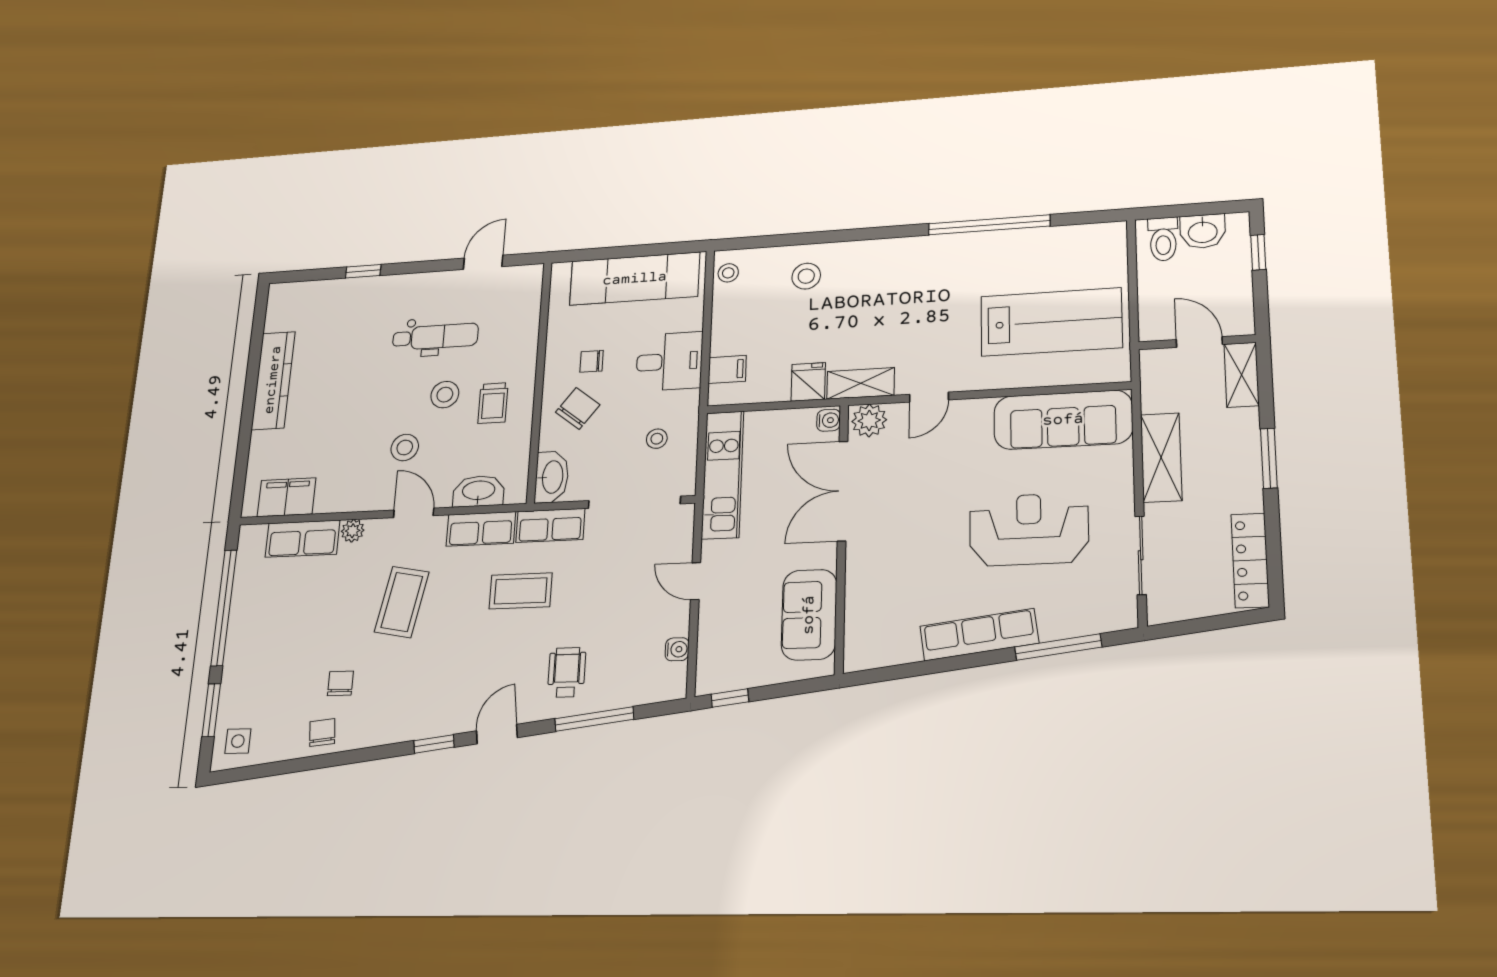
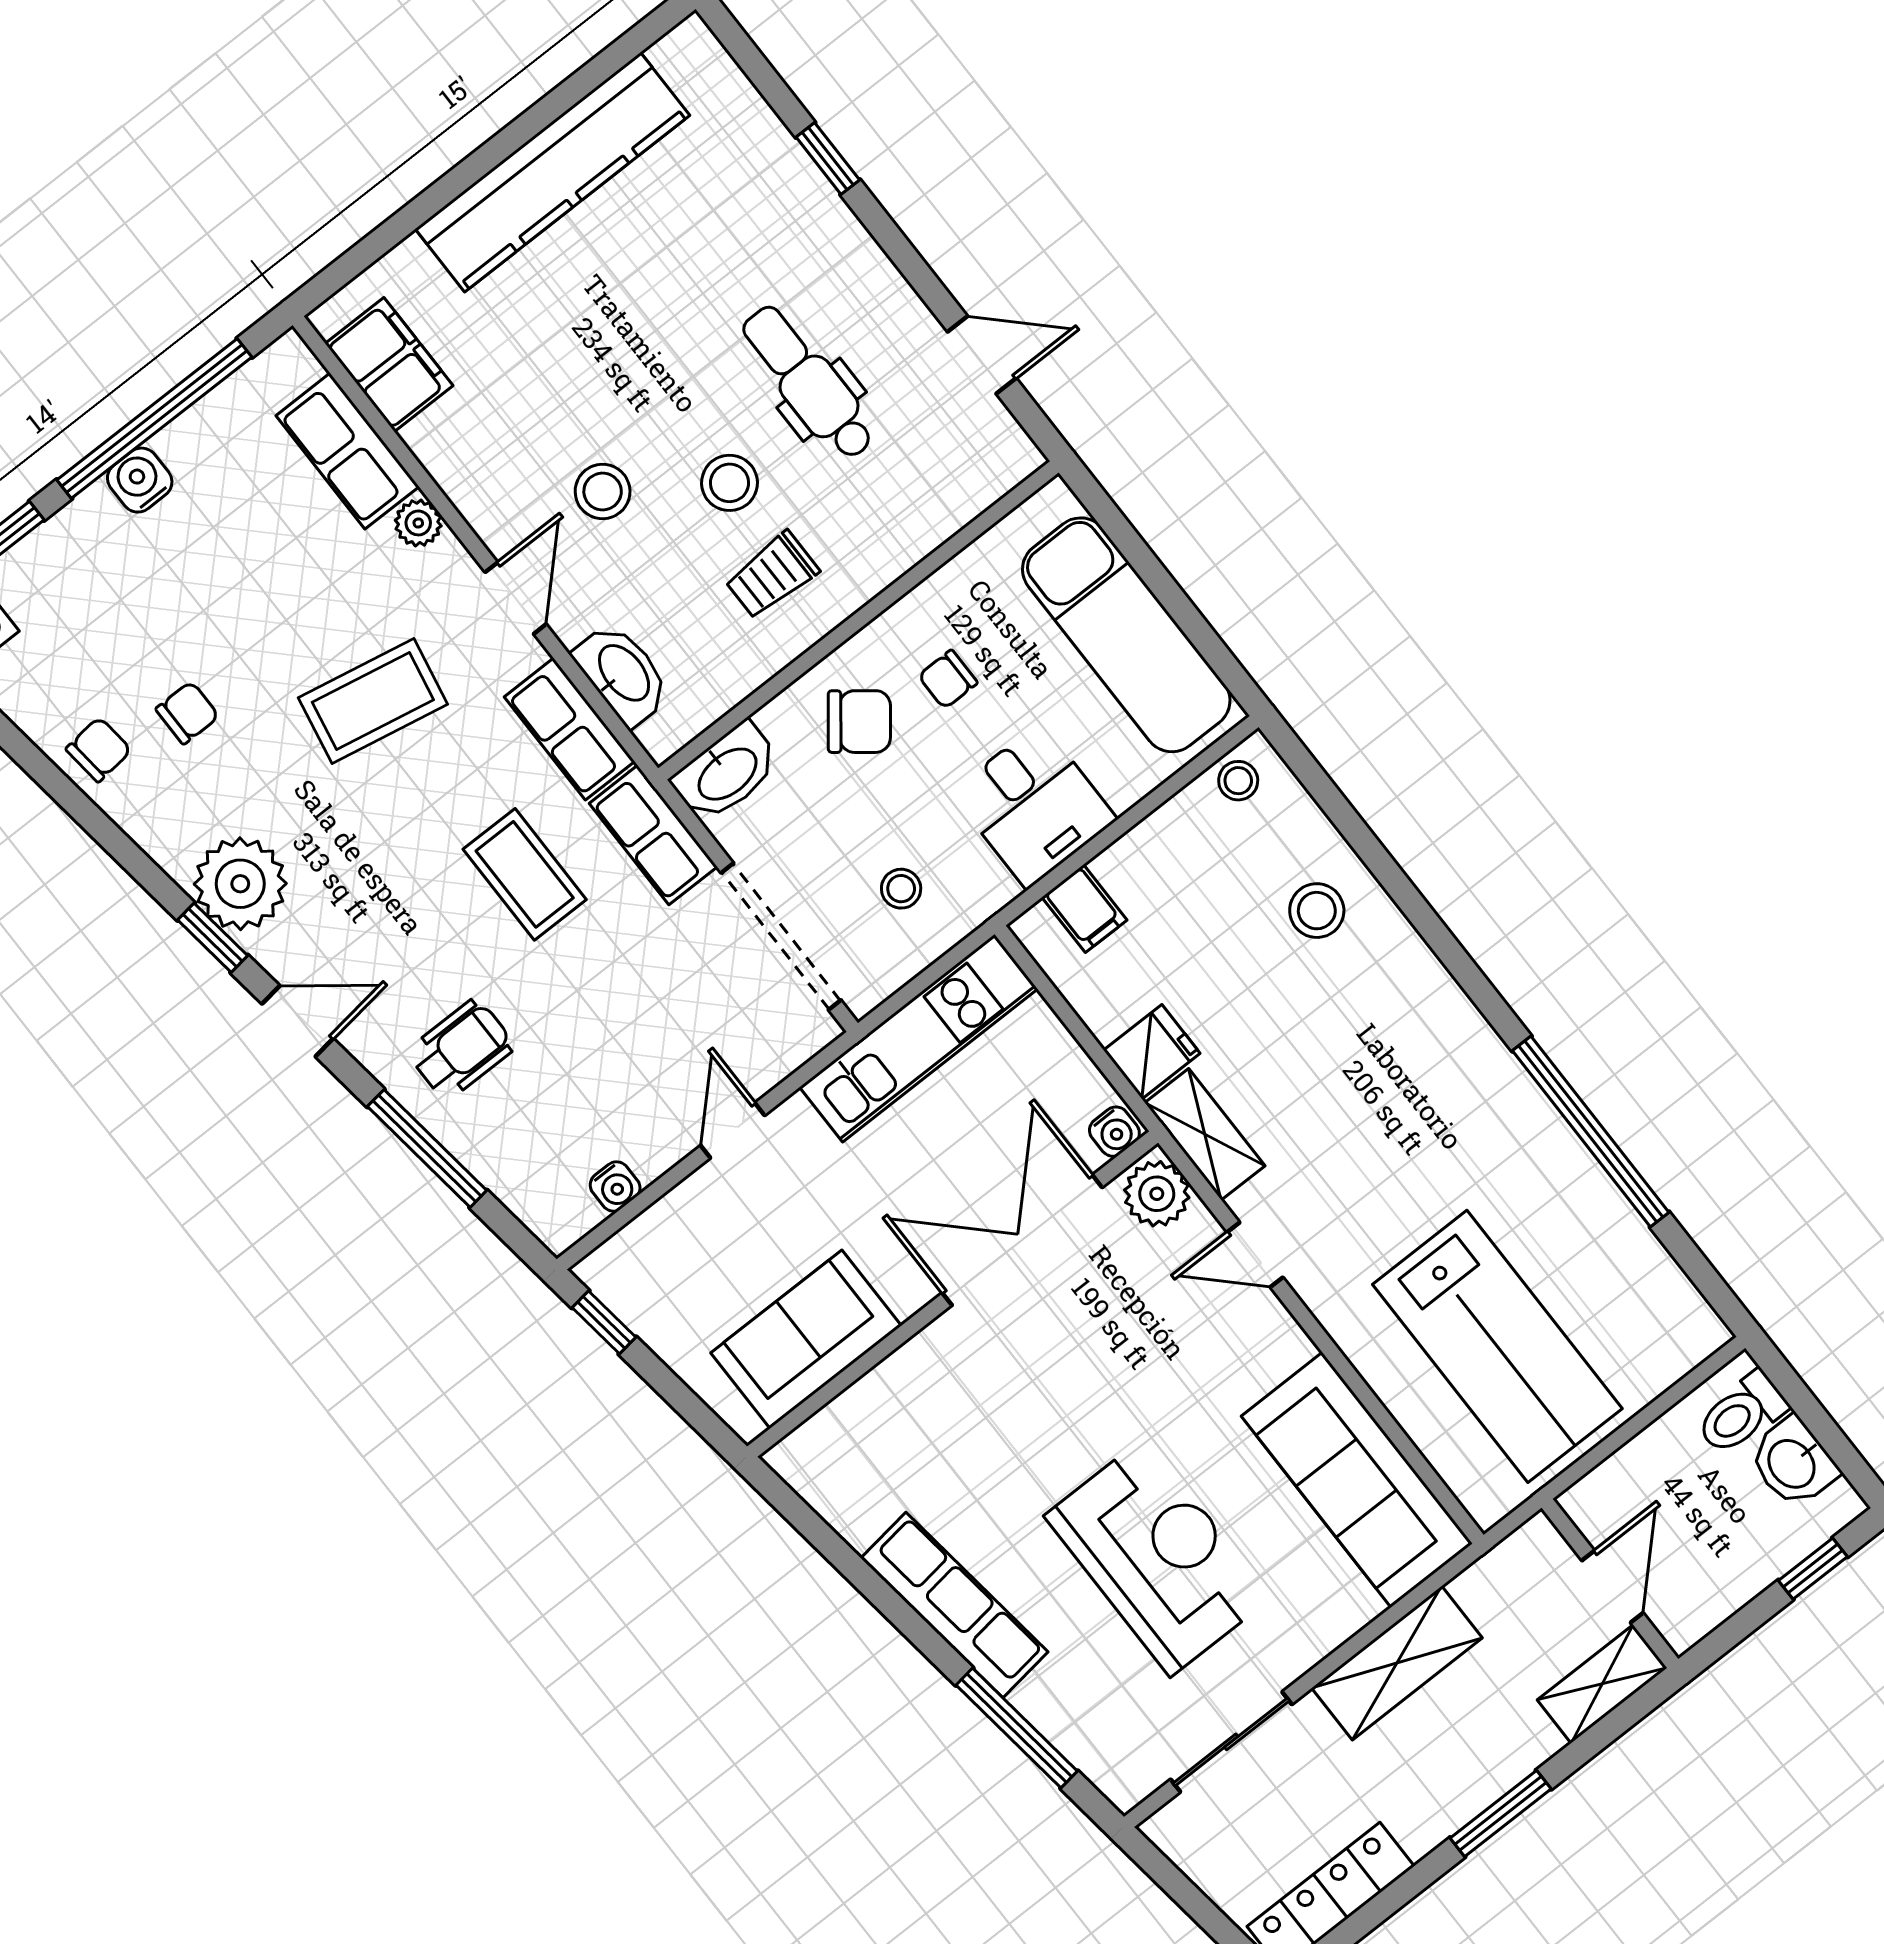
dental chair: (435, 337) -> (808, 383), turned 180
chair: (592, 361) -> (948, 679), turned -90
kitchen counter: (273, 380) -> (553, 172), width x1.39, depth x1.17
water cooler: (240, 632) -> (140, 480), added
plant: (423, 715) -> (240, 884), added

